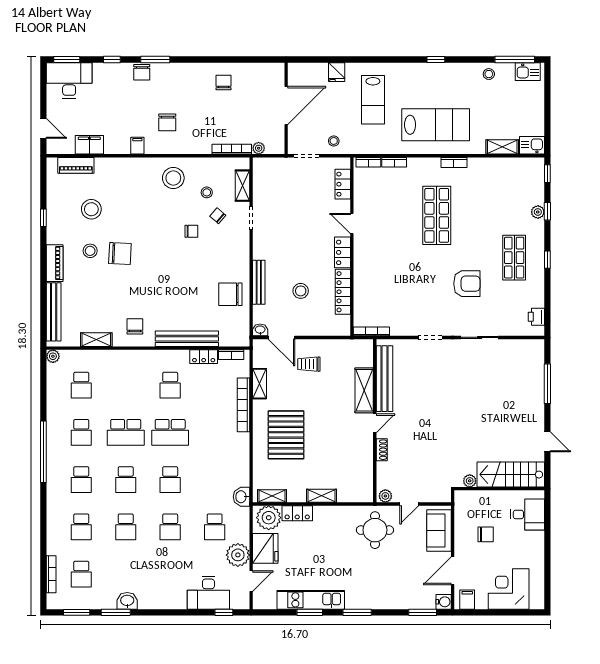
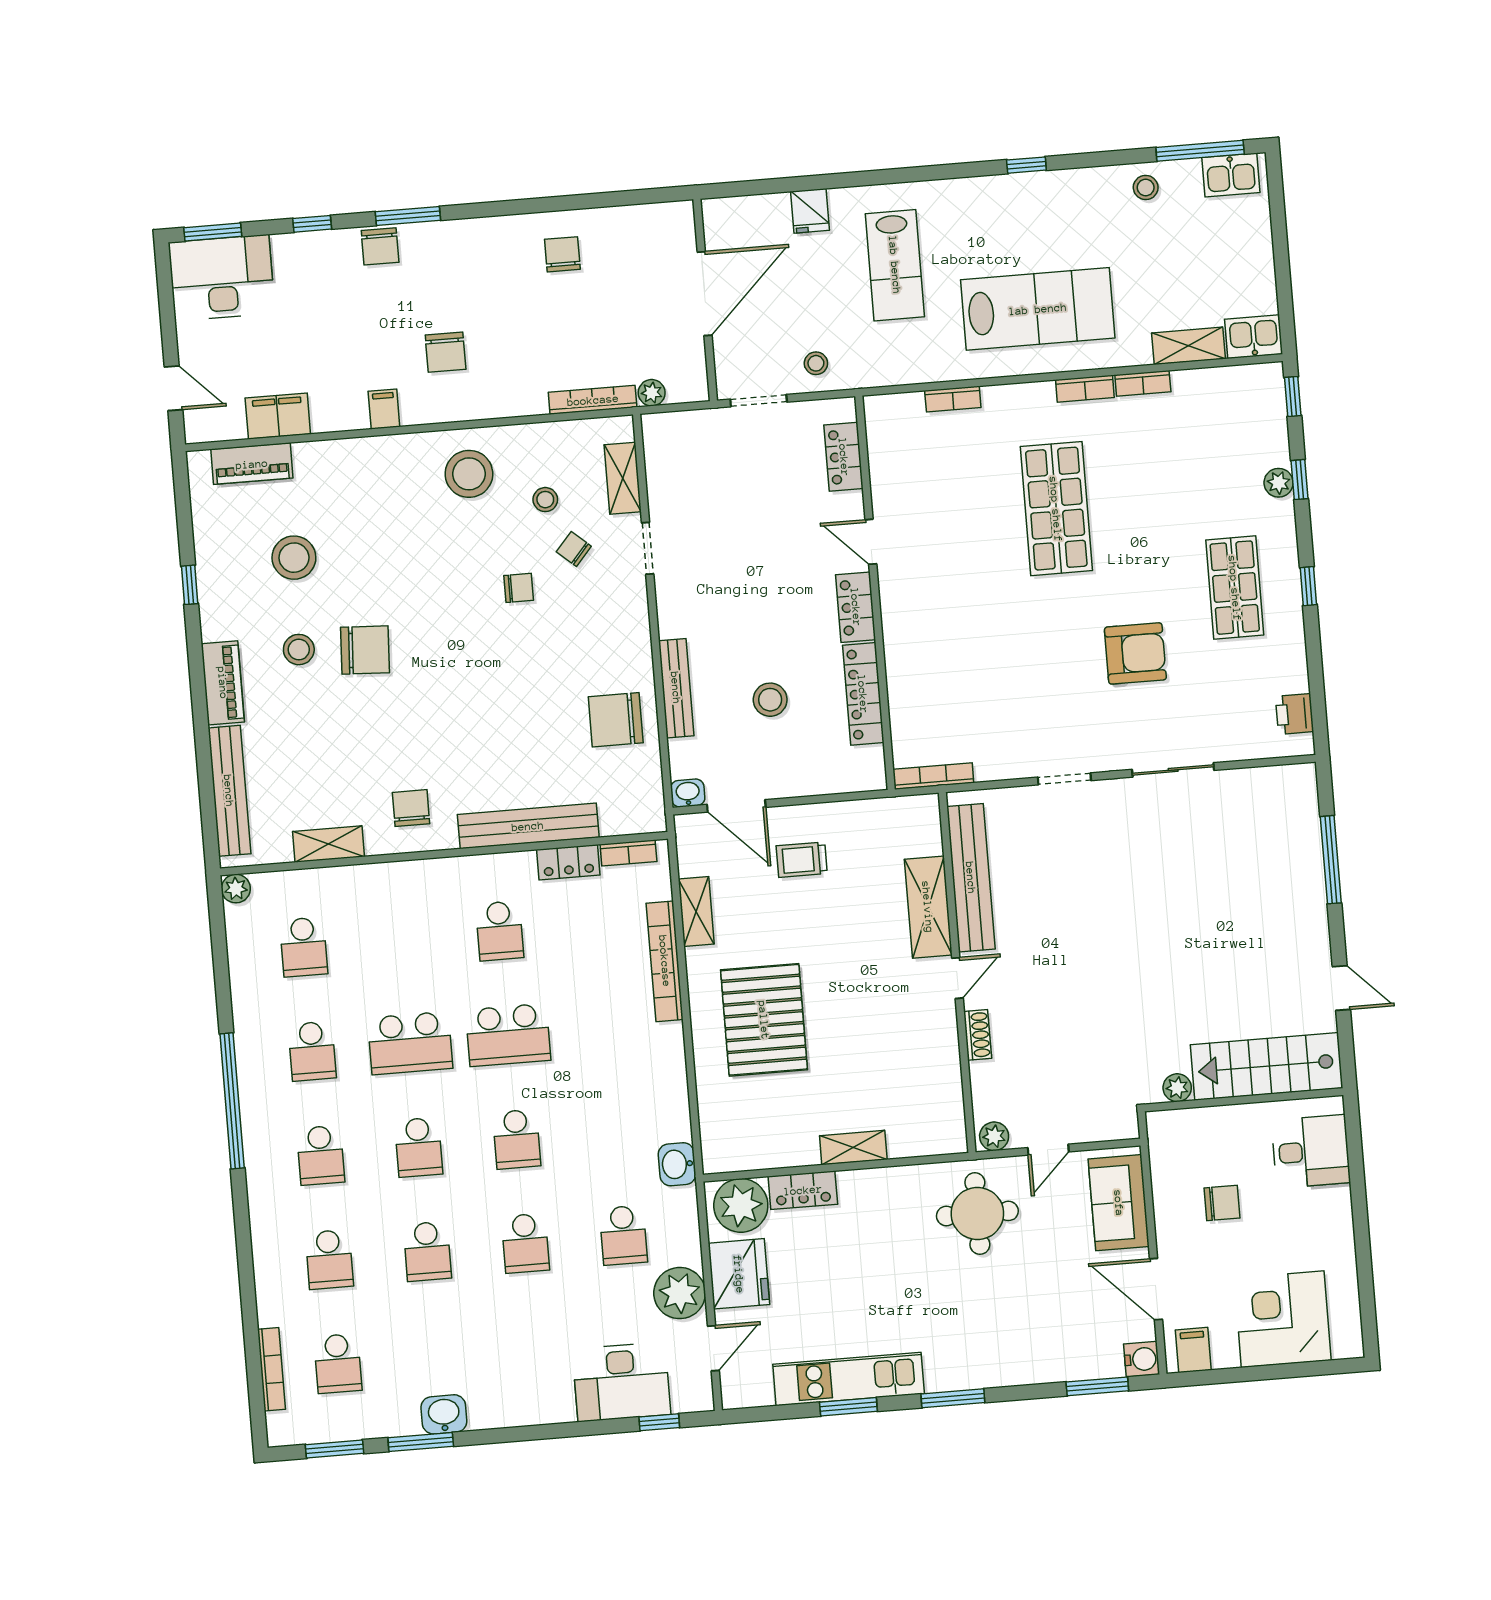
bookcase: (368, 162) -> (1143, 383), moved
shelving: (272, 496) -> (744, 1157), removed
door: (453, 571) -> (1156, 1289), hinge flipped

